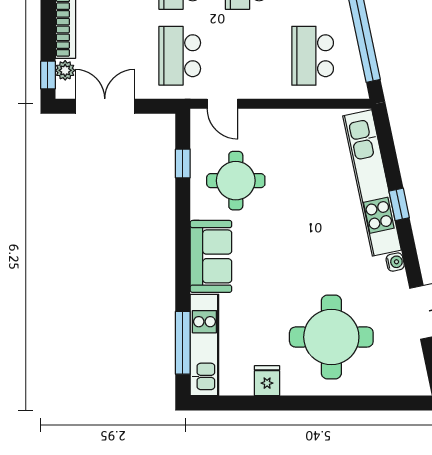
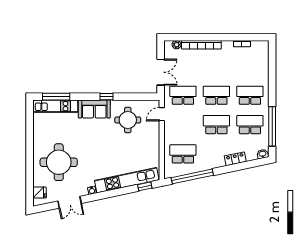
window: (48, 75) -> (174, 37), removed
double door: (105, 106) -> (161, 72), moved
window: (183, 163) -> (106, 97), moved
window: (399, 204) -> (145, 186), moved
fridge: (267, 381) -> (39, 193), moved

